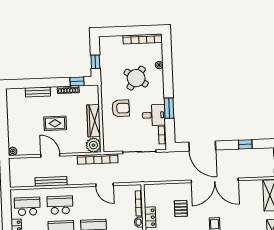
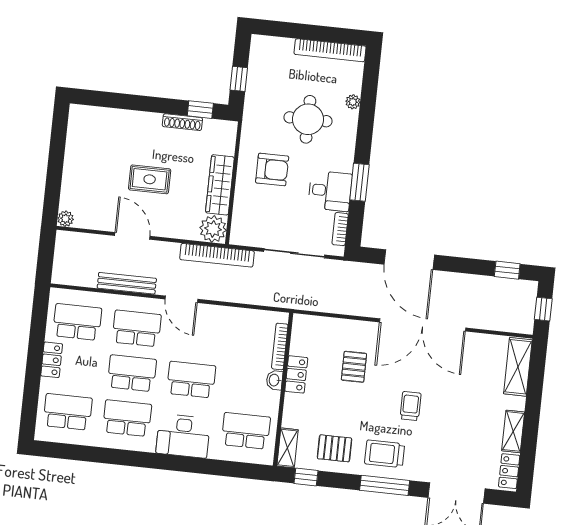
round table: (136, 78) -> (308, 119), turned -35
bench: (38, 92) -> (127, 118), removed
window: (245, 144) -> (507, 270), moved
door: (104, 185) -> (181, 299), moved

